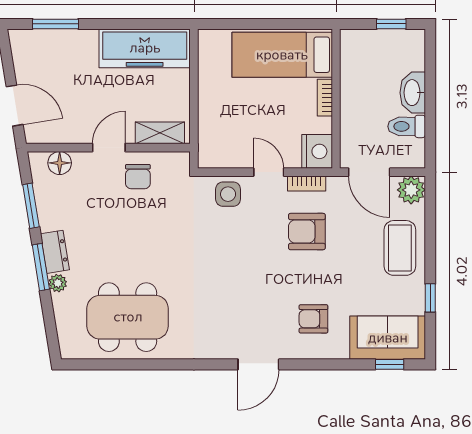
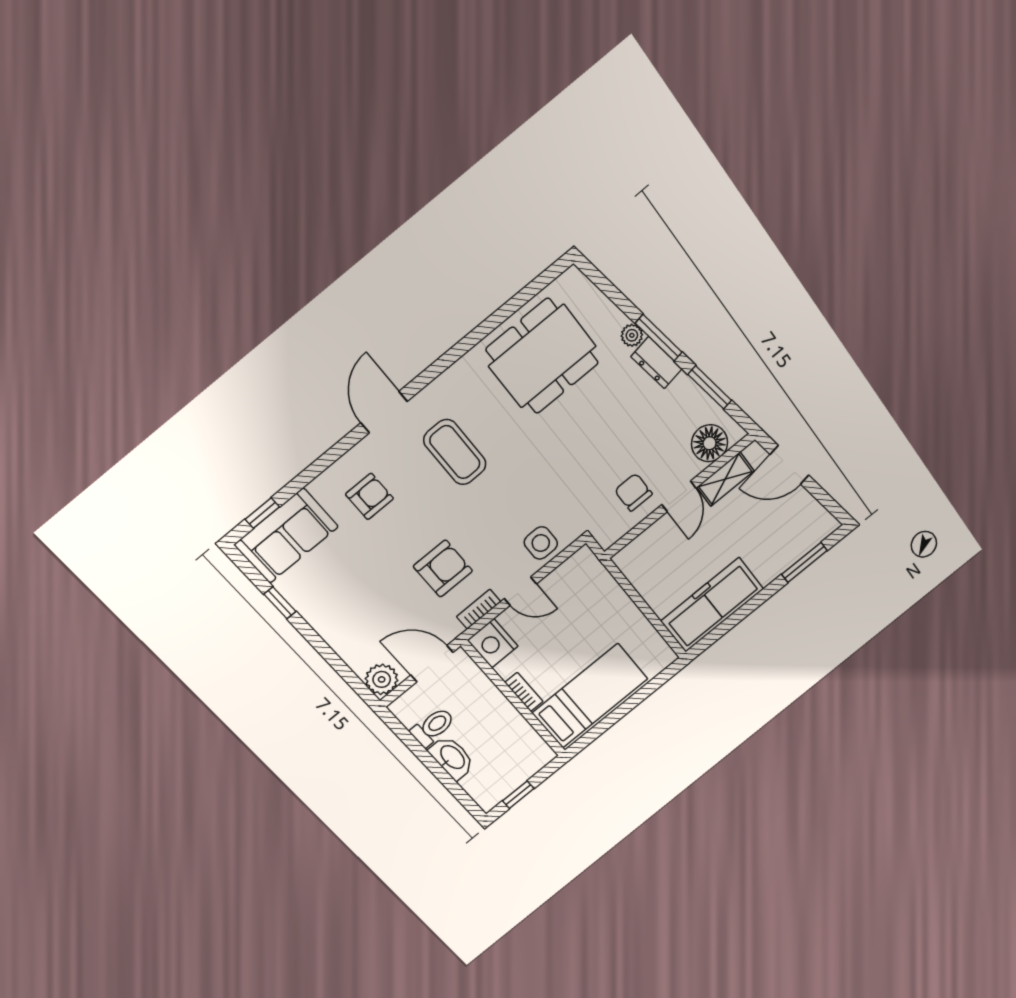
shelving: (160, 133) -> (725, 479), moved
floor lamp: (60, 163) -> (710, 443), width x1.38, depth x1.38
coffee table: (400, 248) -> (455, 452), moved

